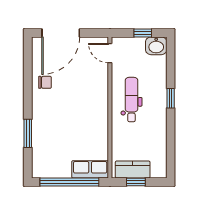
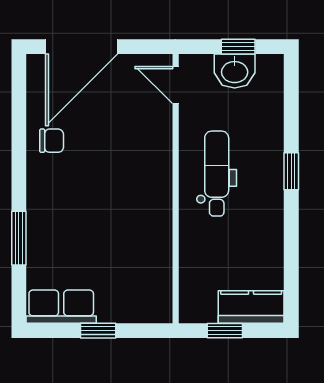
washbasin: (156, 46) -> (235, 71), moved
row of seats: (90, 169) -> (61, 307), moved
kitchen counter: (133, 170) -> (251, 307), moved
window: (69, 182) -> (98, 331), width x0.32

